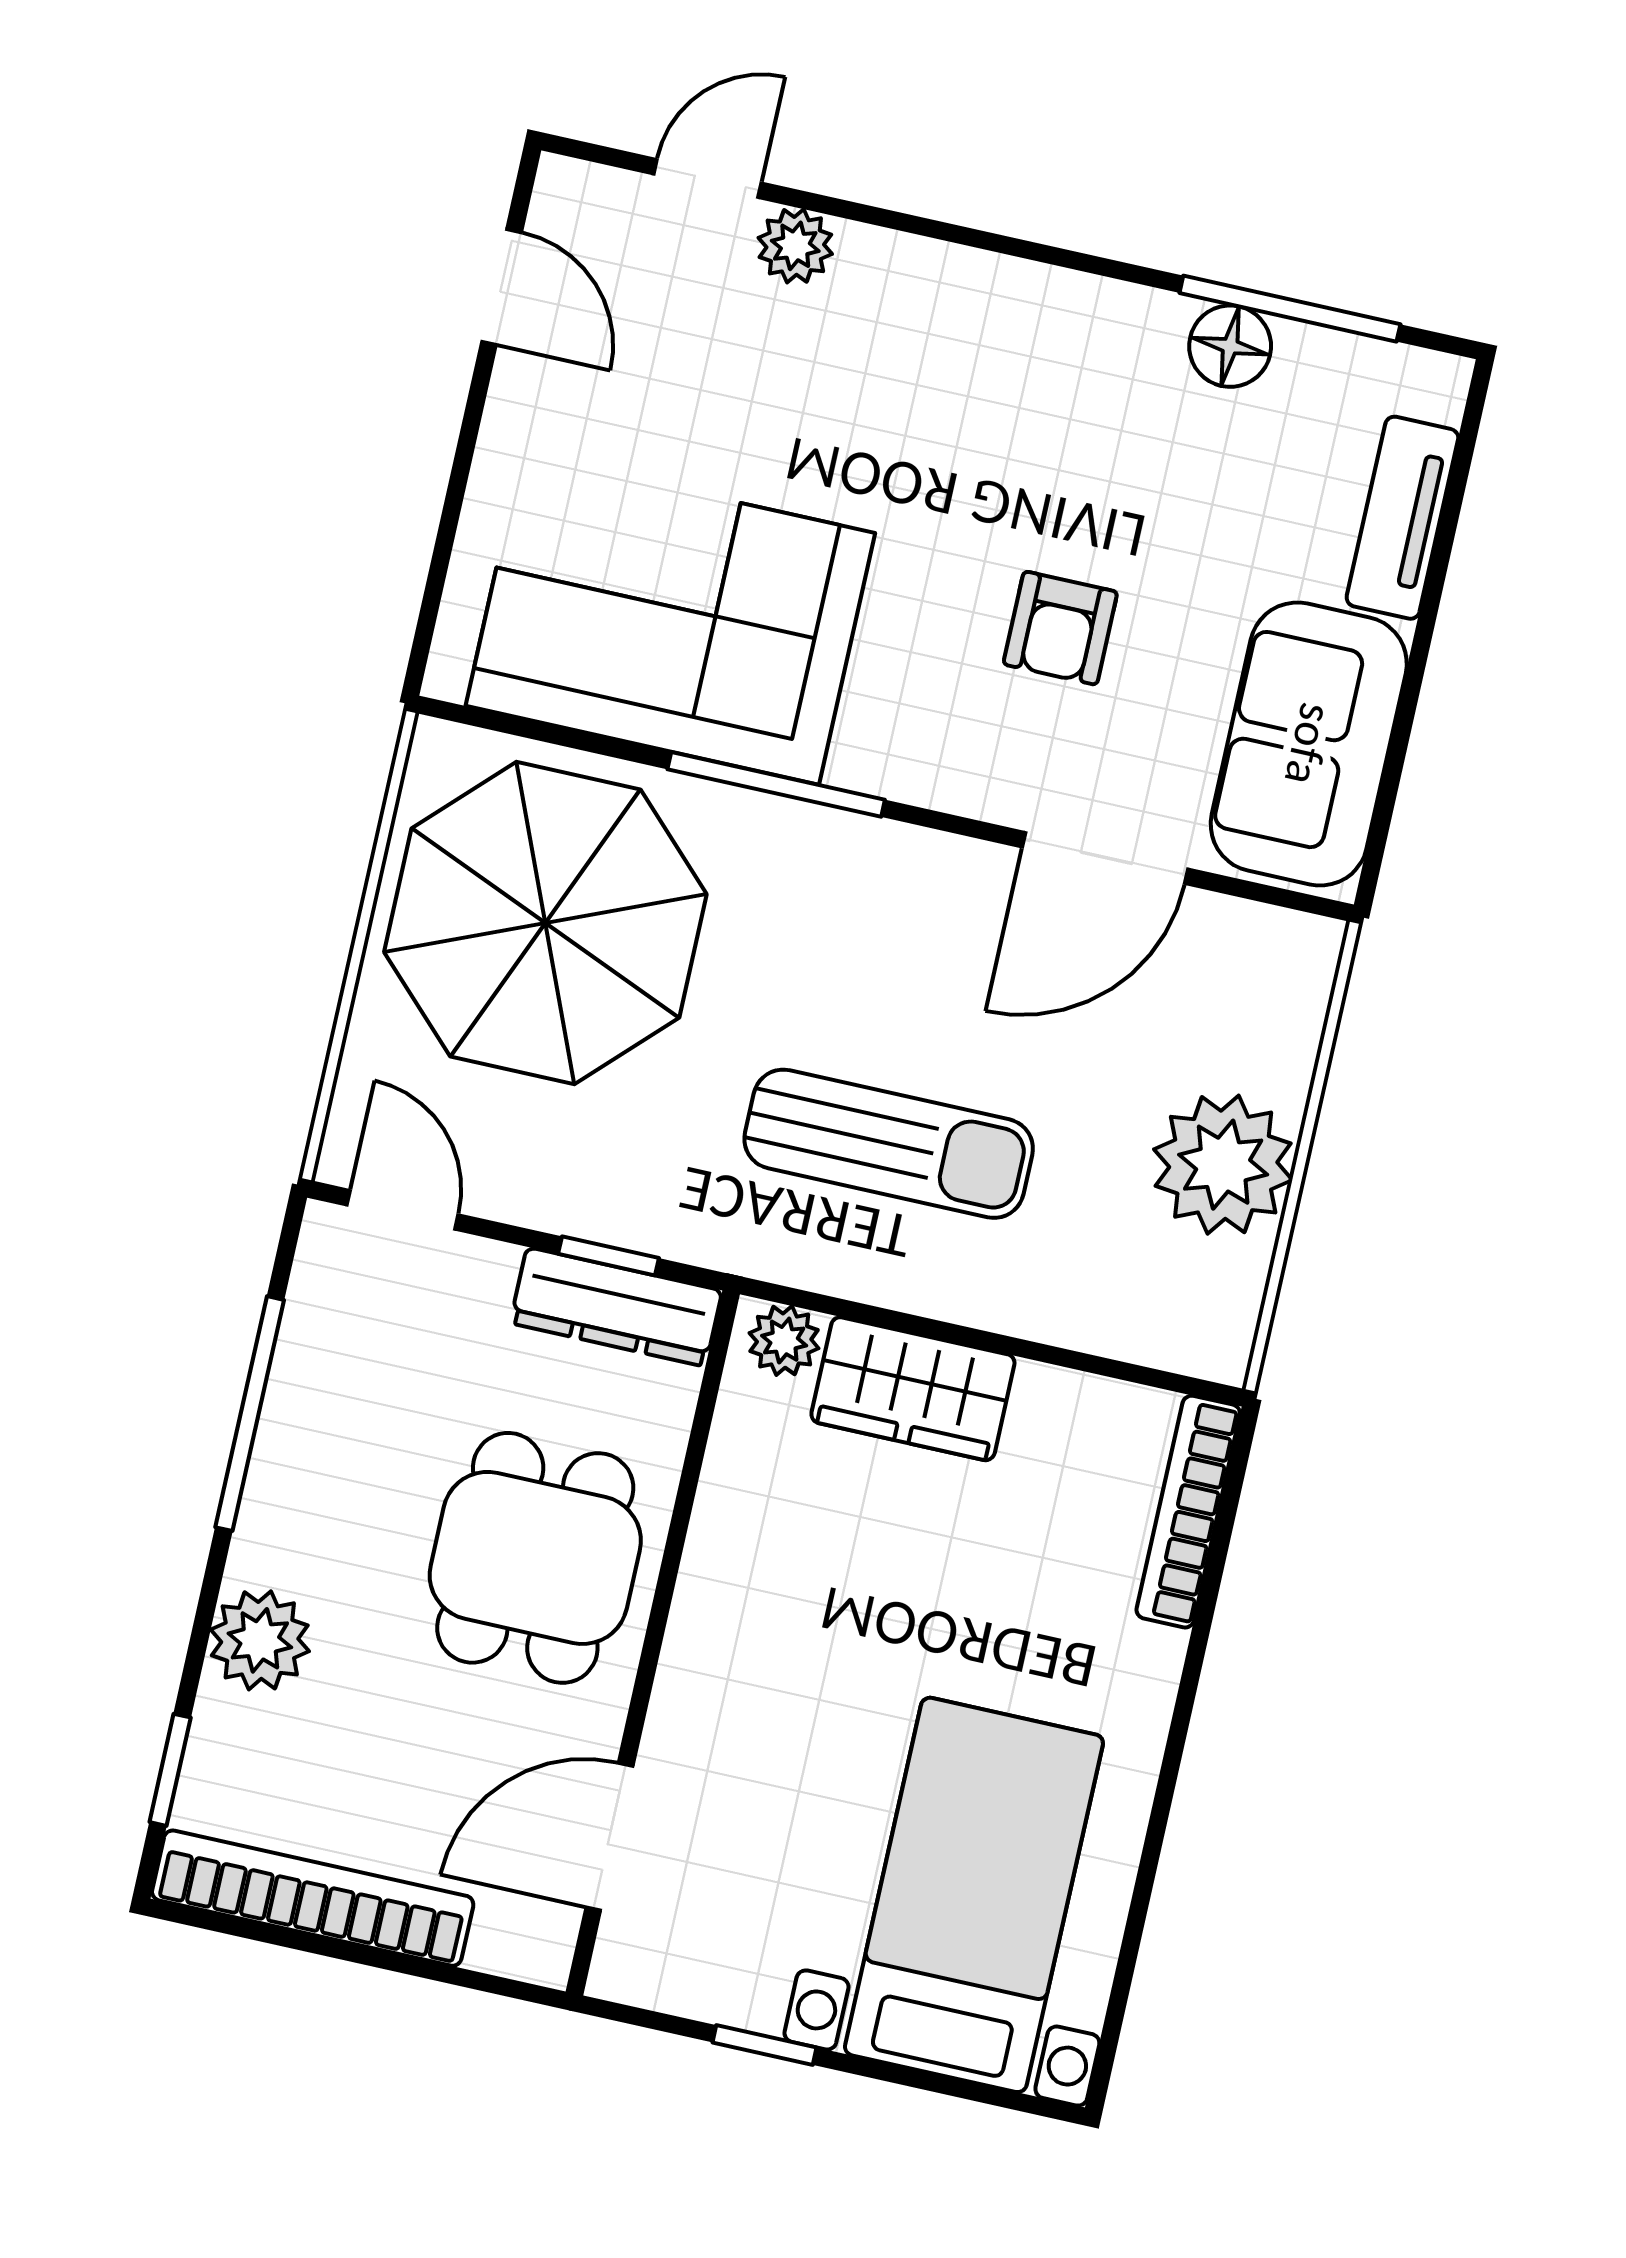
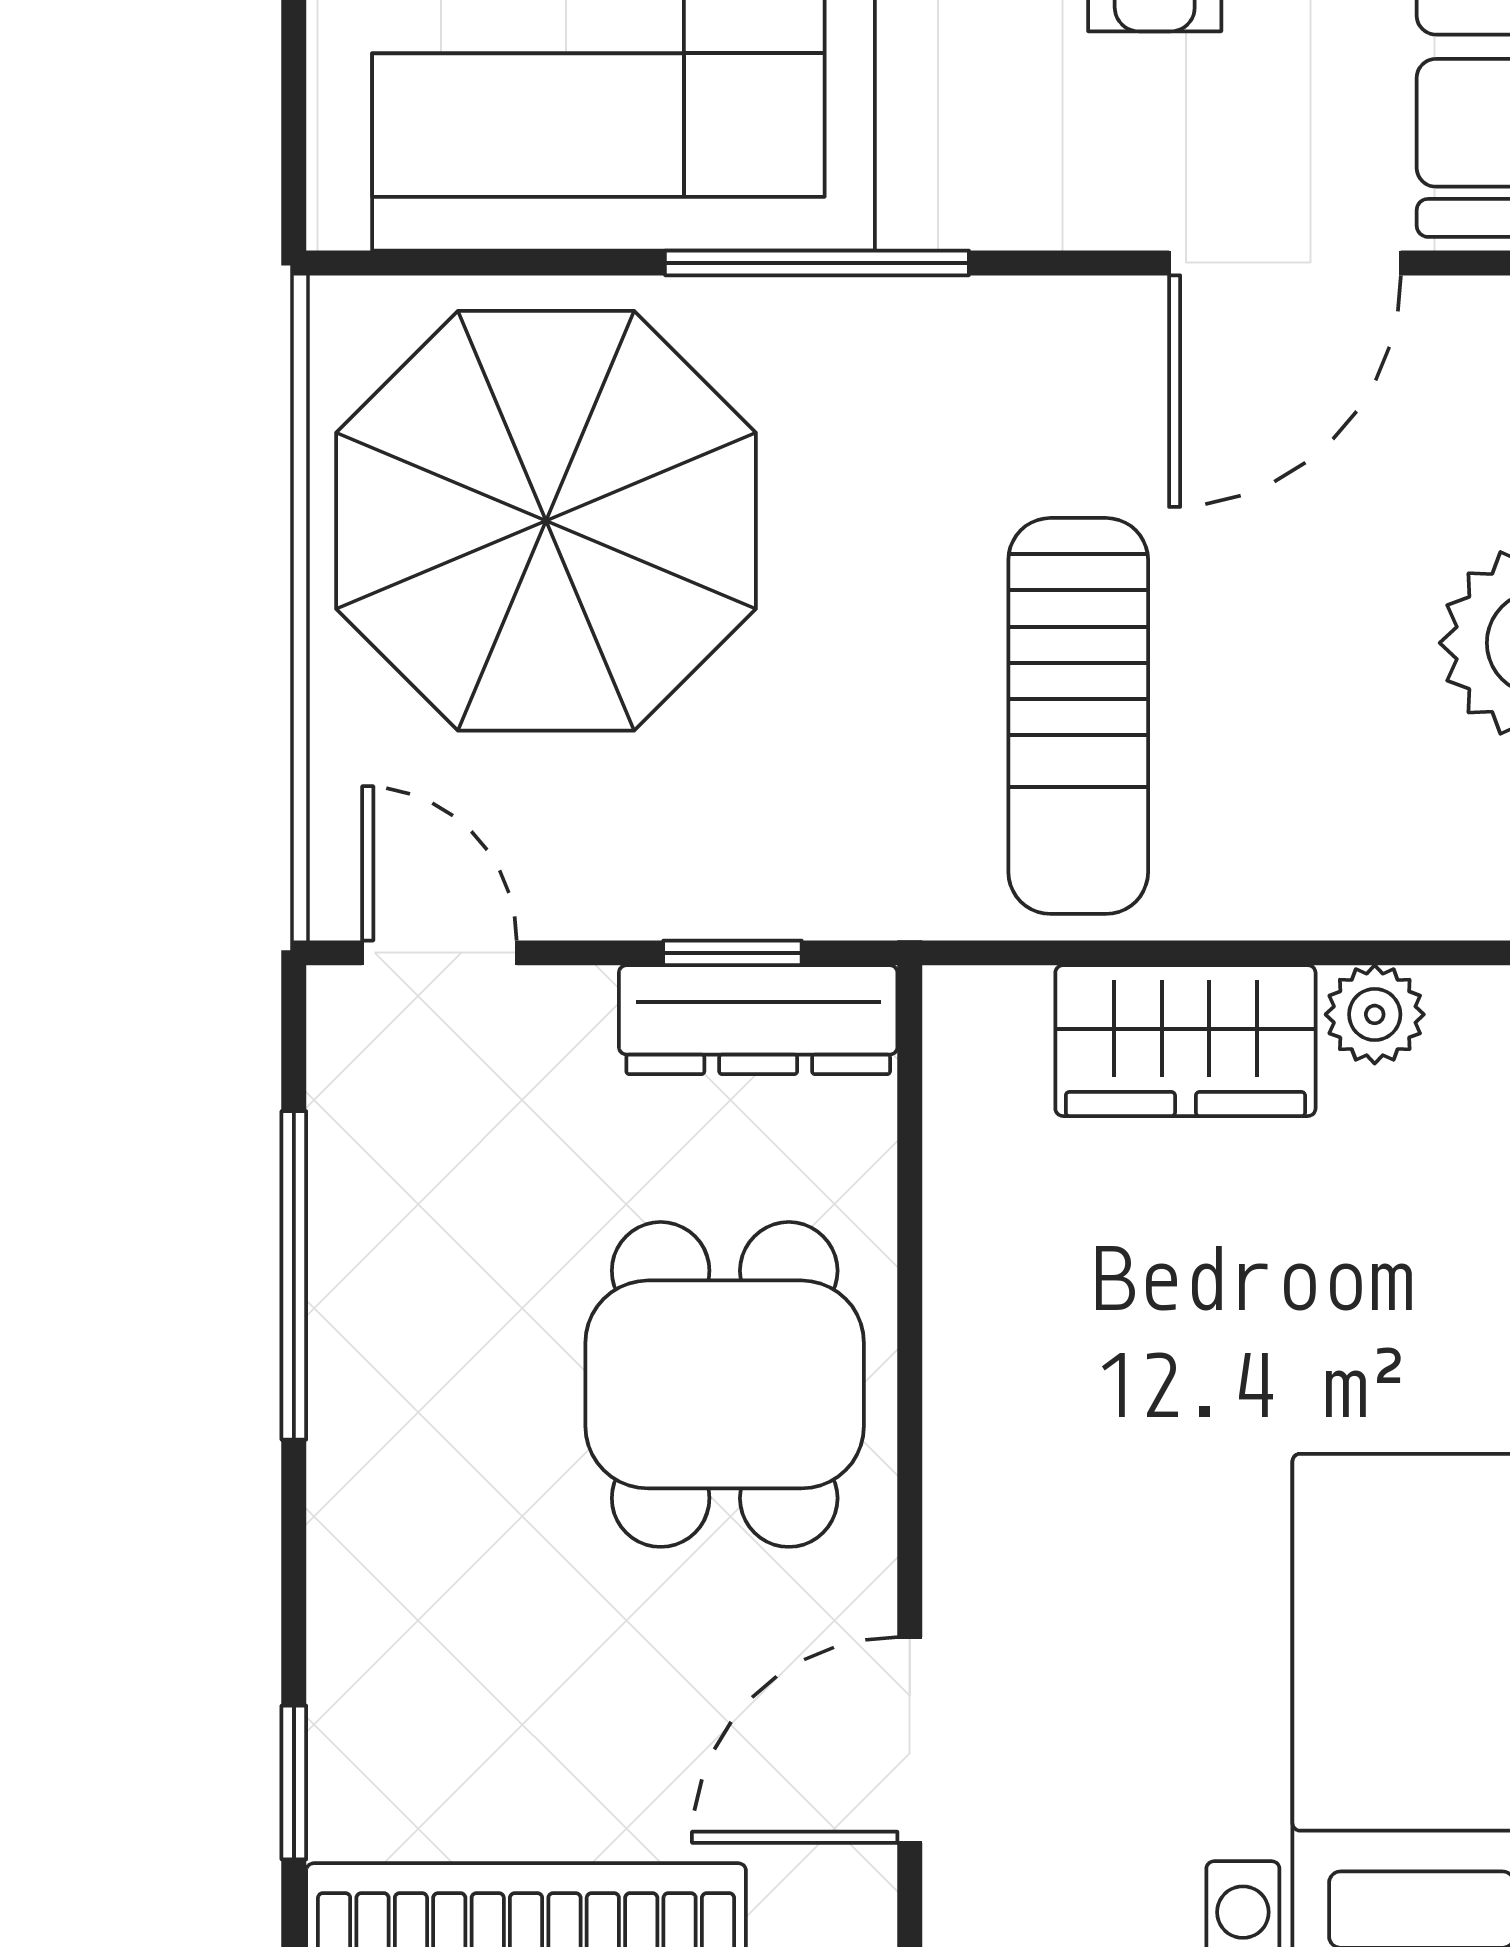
sun lounger: (889, 1144) -> (1078, 716), turned 90
plant: (784, 1341) -> (1375, 1014), moved
plant: (260, 1640) -> (376, 1580), removed

